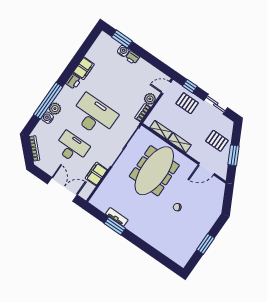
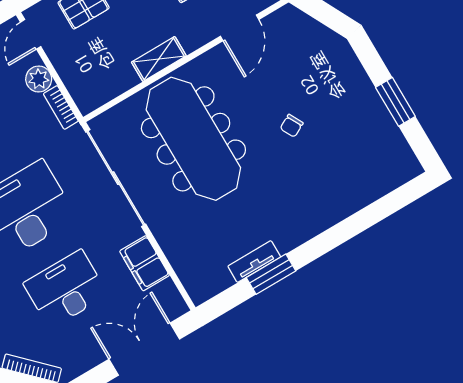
shelving: (161, 130) -> (115, 86), removed

